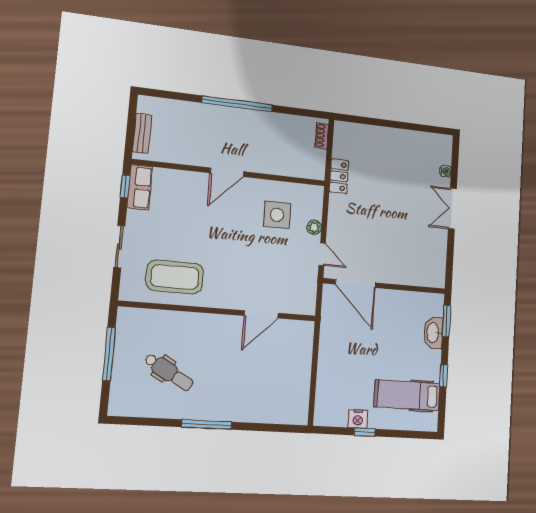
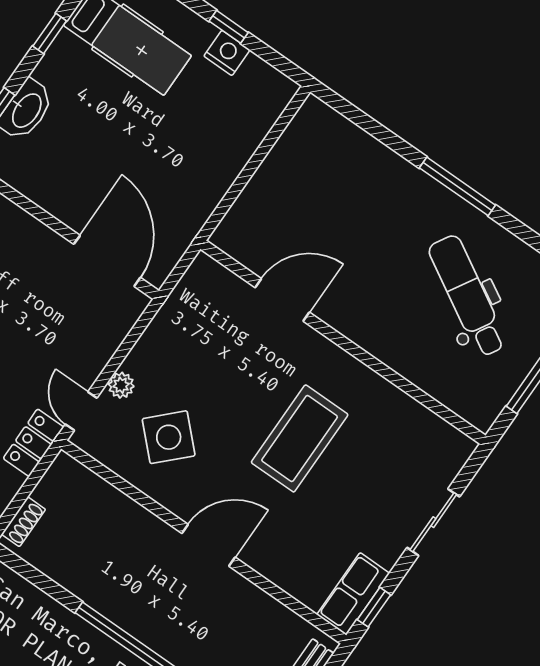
side table: (277, 215) -> (169, 437), turned 45
door: (322, 254) -> (81, 411), moved
coffee table: (175, 277) -> (300, 438), moved, turned 90
dental chair: (169, 372) -> (468, 296), width x1.36, depth x1.38

